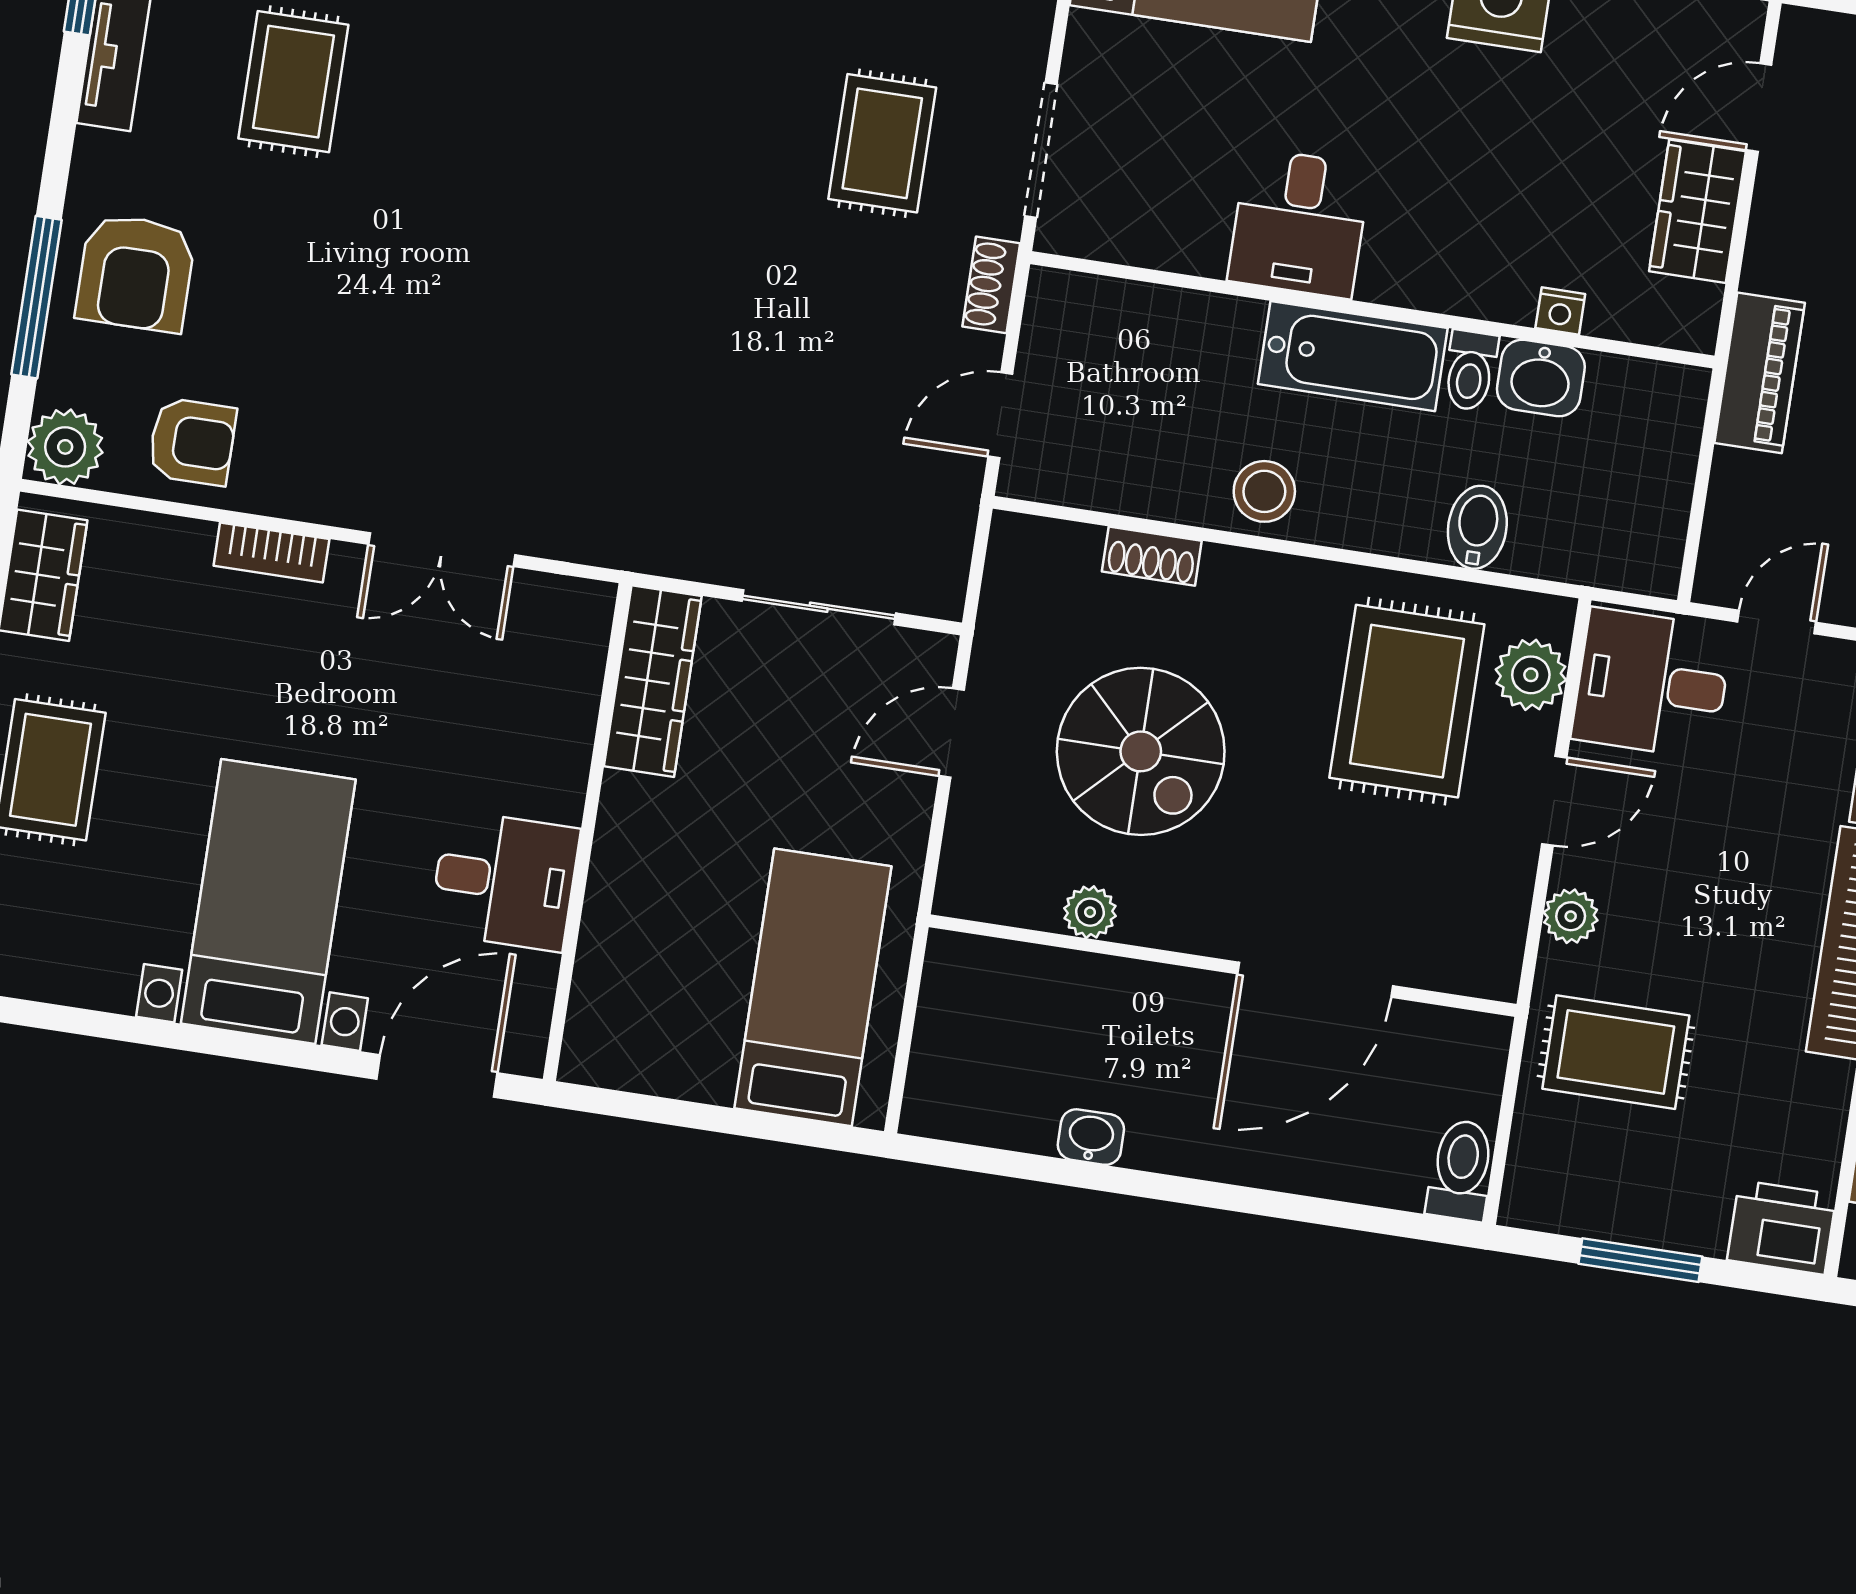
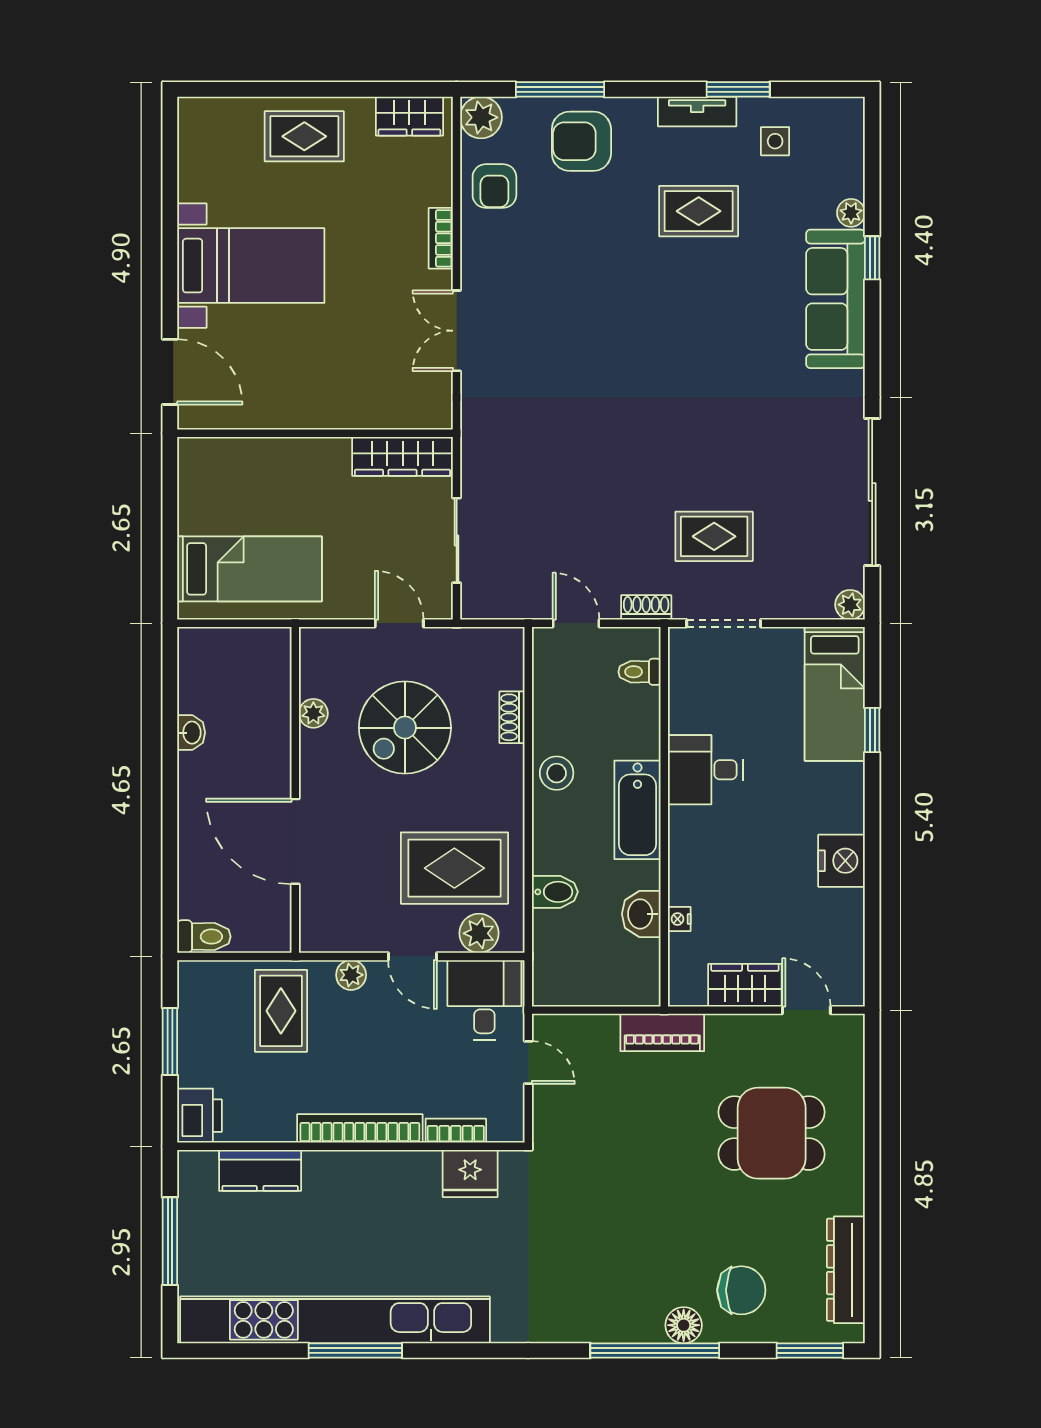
toilet: (1470, 370) -> (639, 672), moved
desk: (505, 881) -> (282, 392), removed

